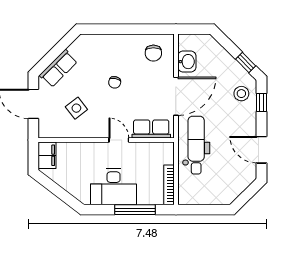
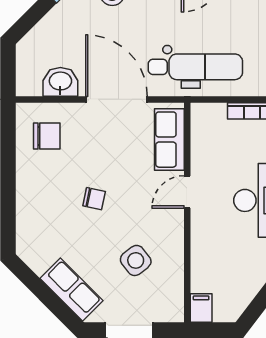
dental chair: (196, 145) -> (195, 67), turned 180
filing cabinet: (47, 155) -> (201, 308), width x0.50

